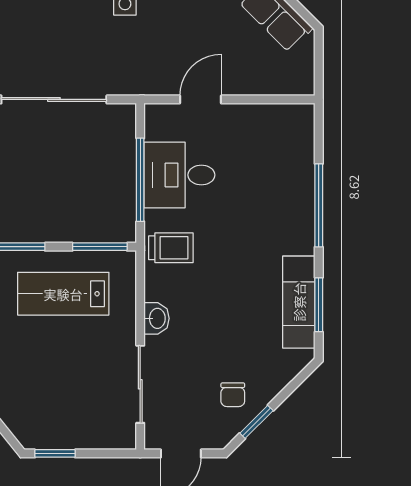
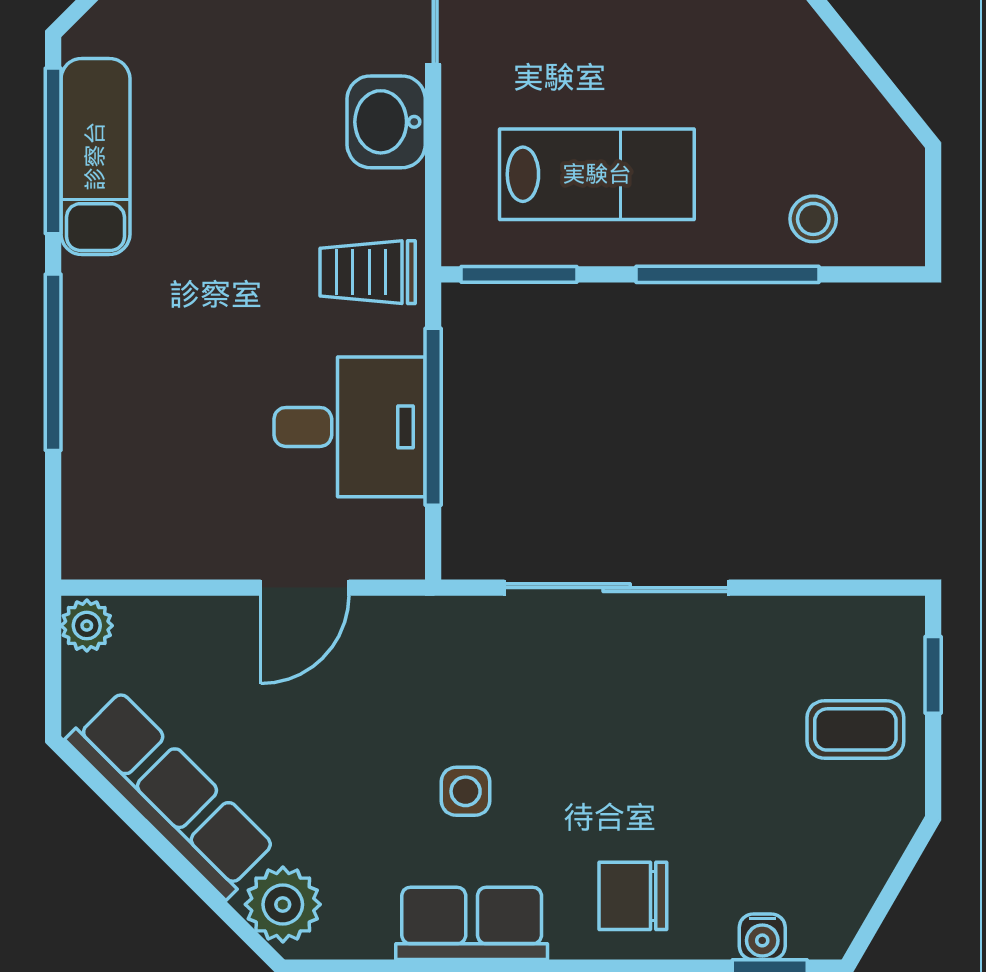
plant: (303, 82) -> (87, 626), added
window: (319, 305) -> (53, 151), width x1.44
washbasin: (157, 318) -> (386, 122), width x1.38, depth x1.45

